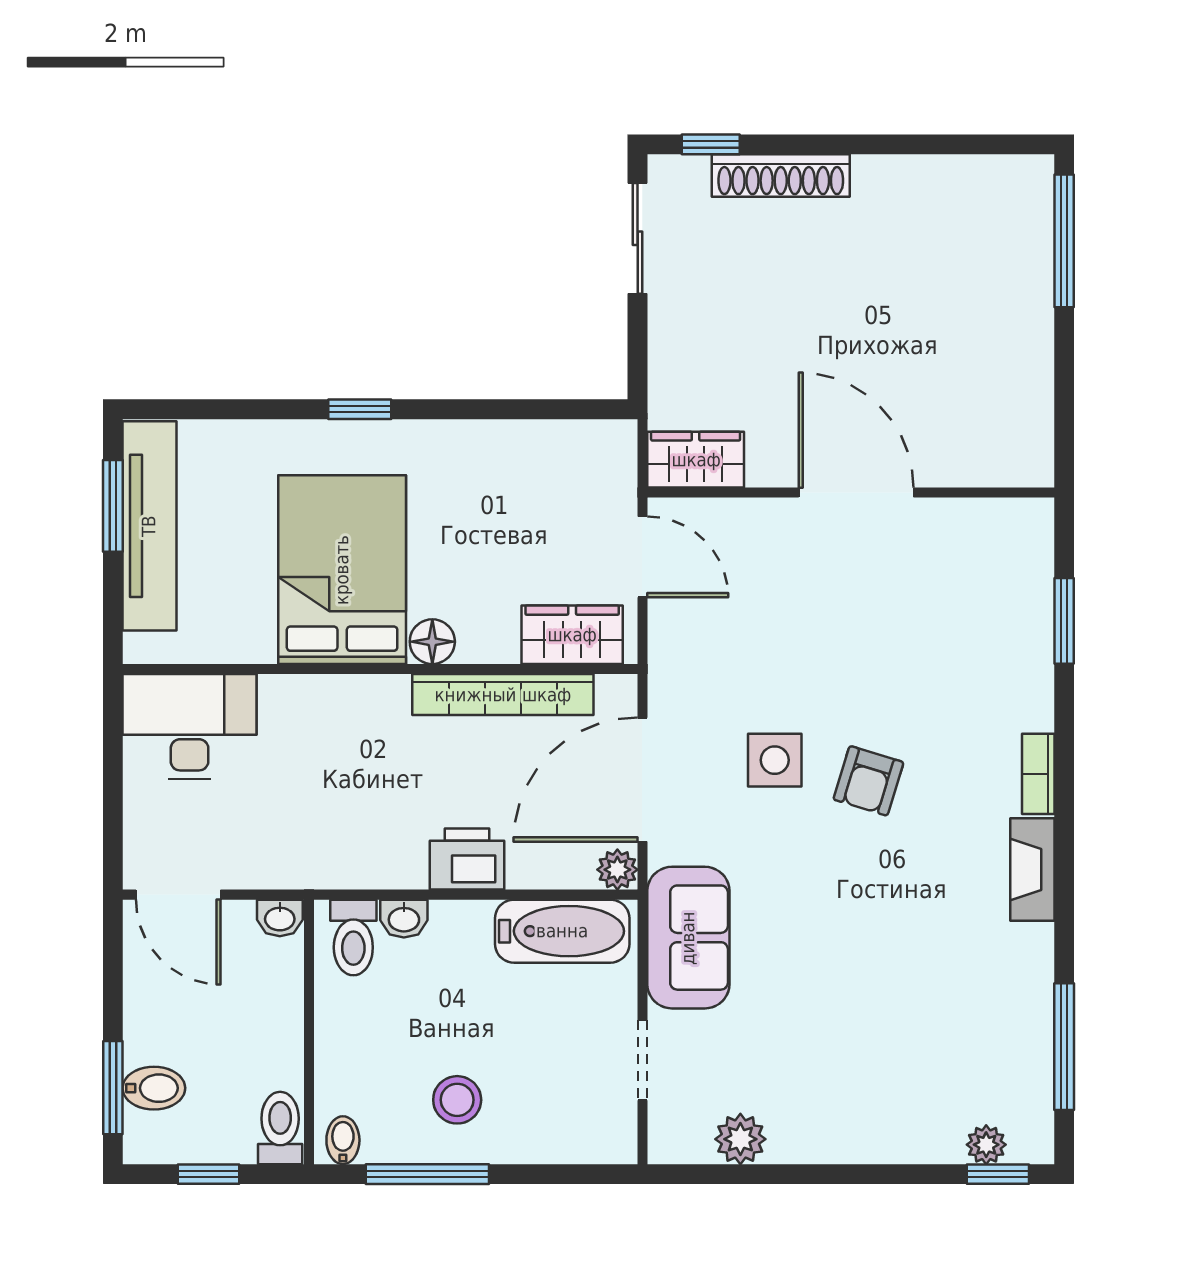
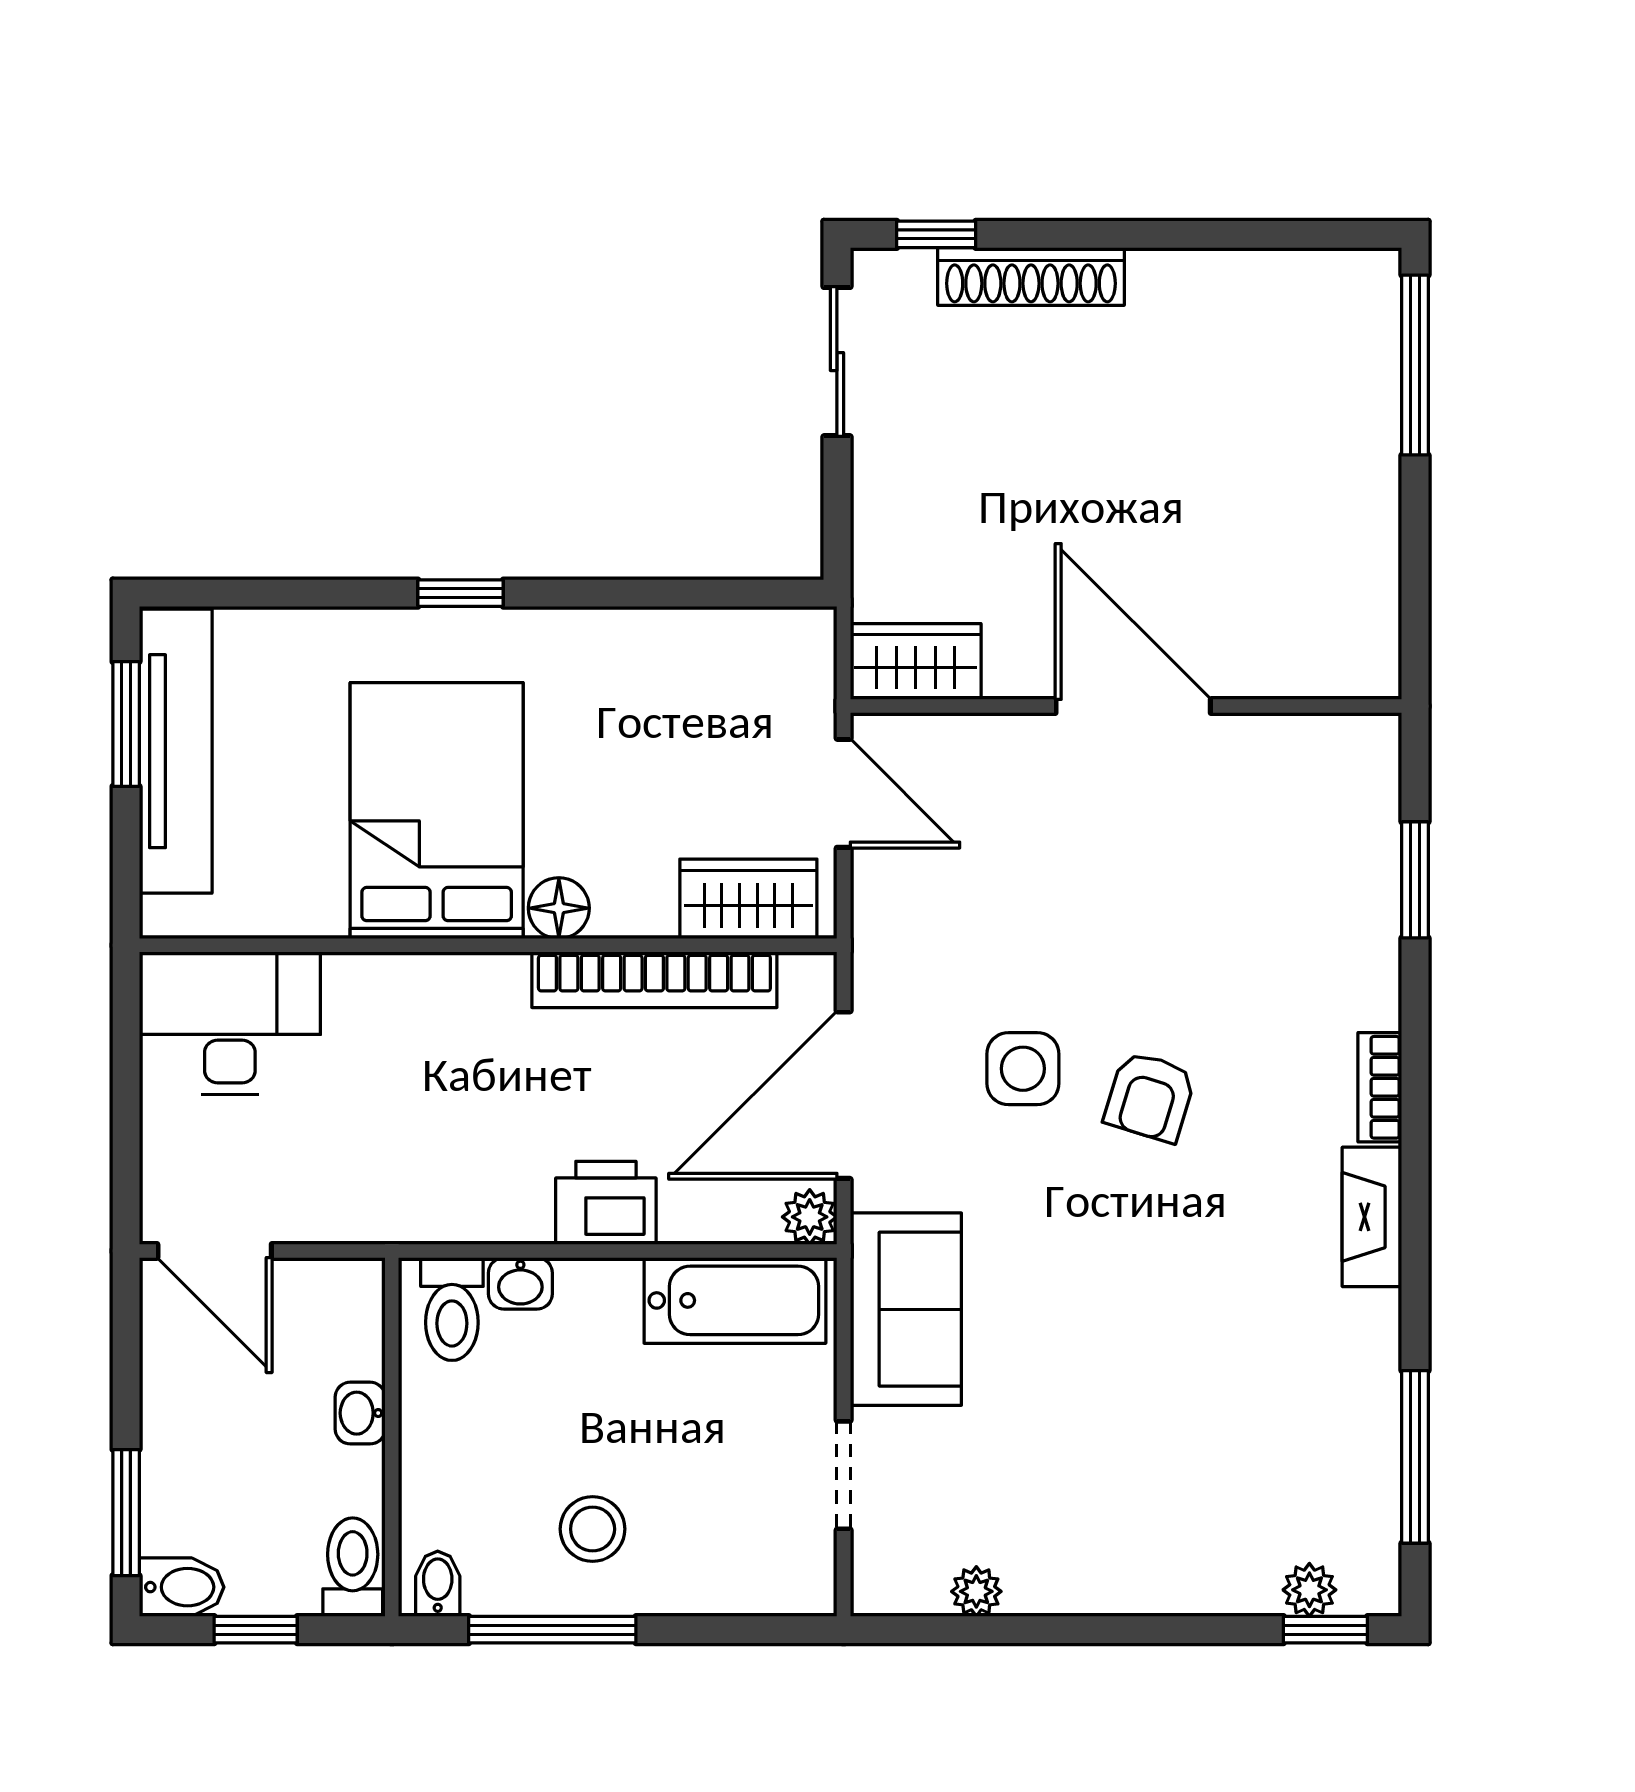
washbasin: (280, 918) -> (360, 1413), moved, turned 90
bidet: (154, 1088) -> (182, 1587), moved
plant: (740, 1139) -> (976, 1591), width x0.73, depth x0.73

